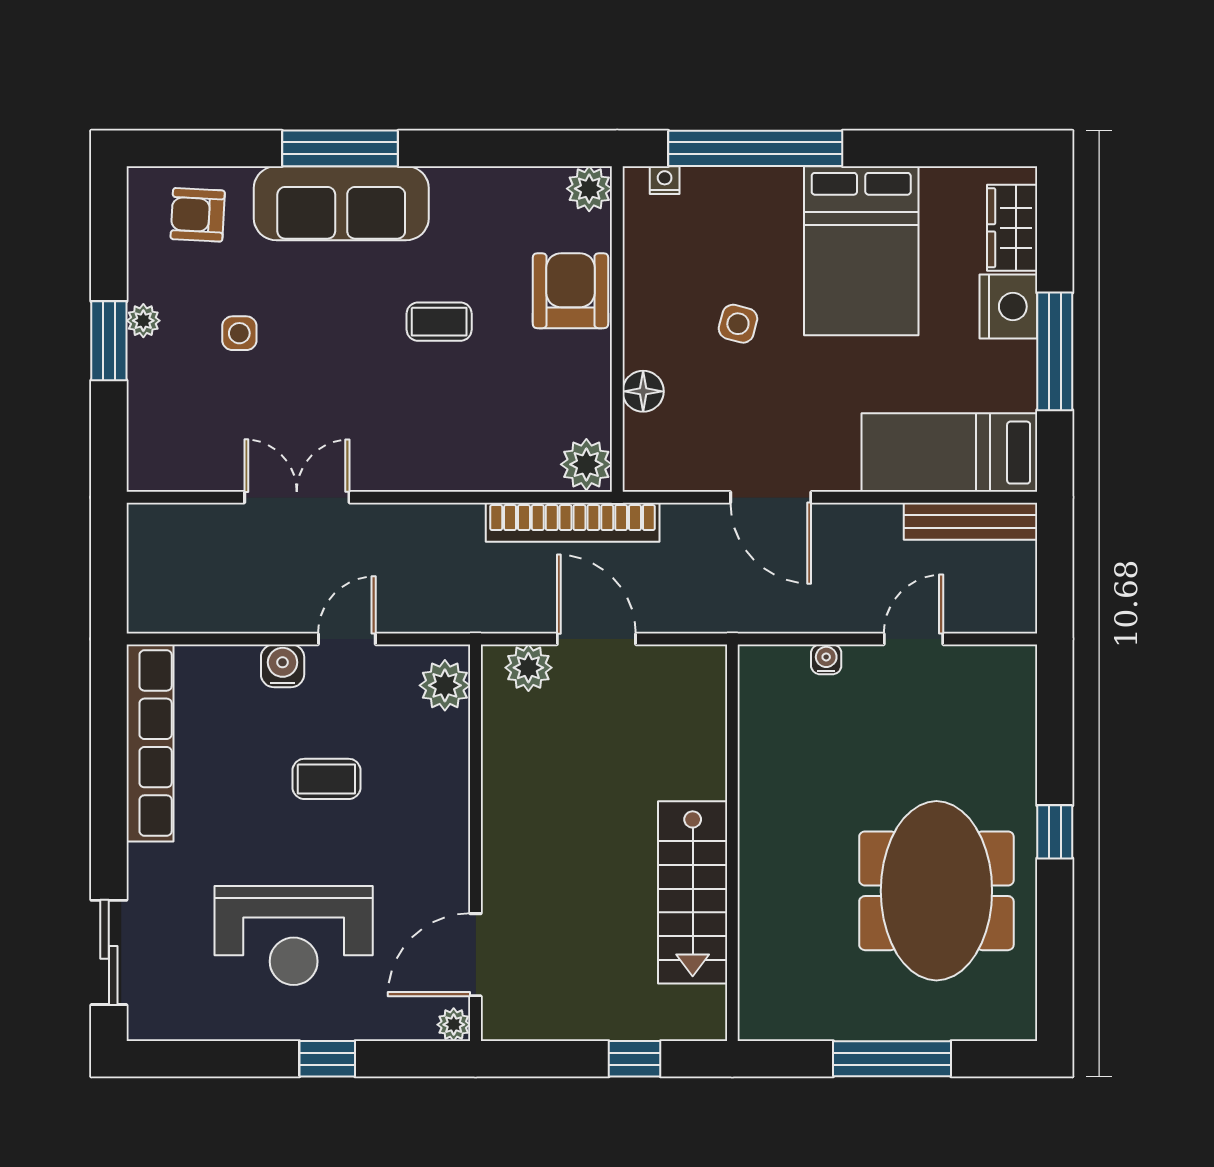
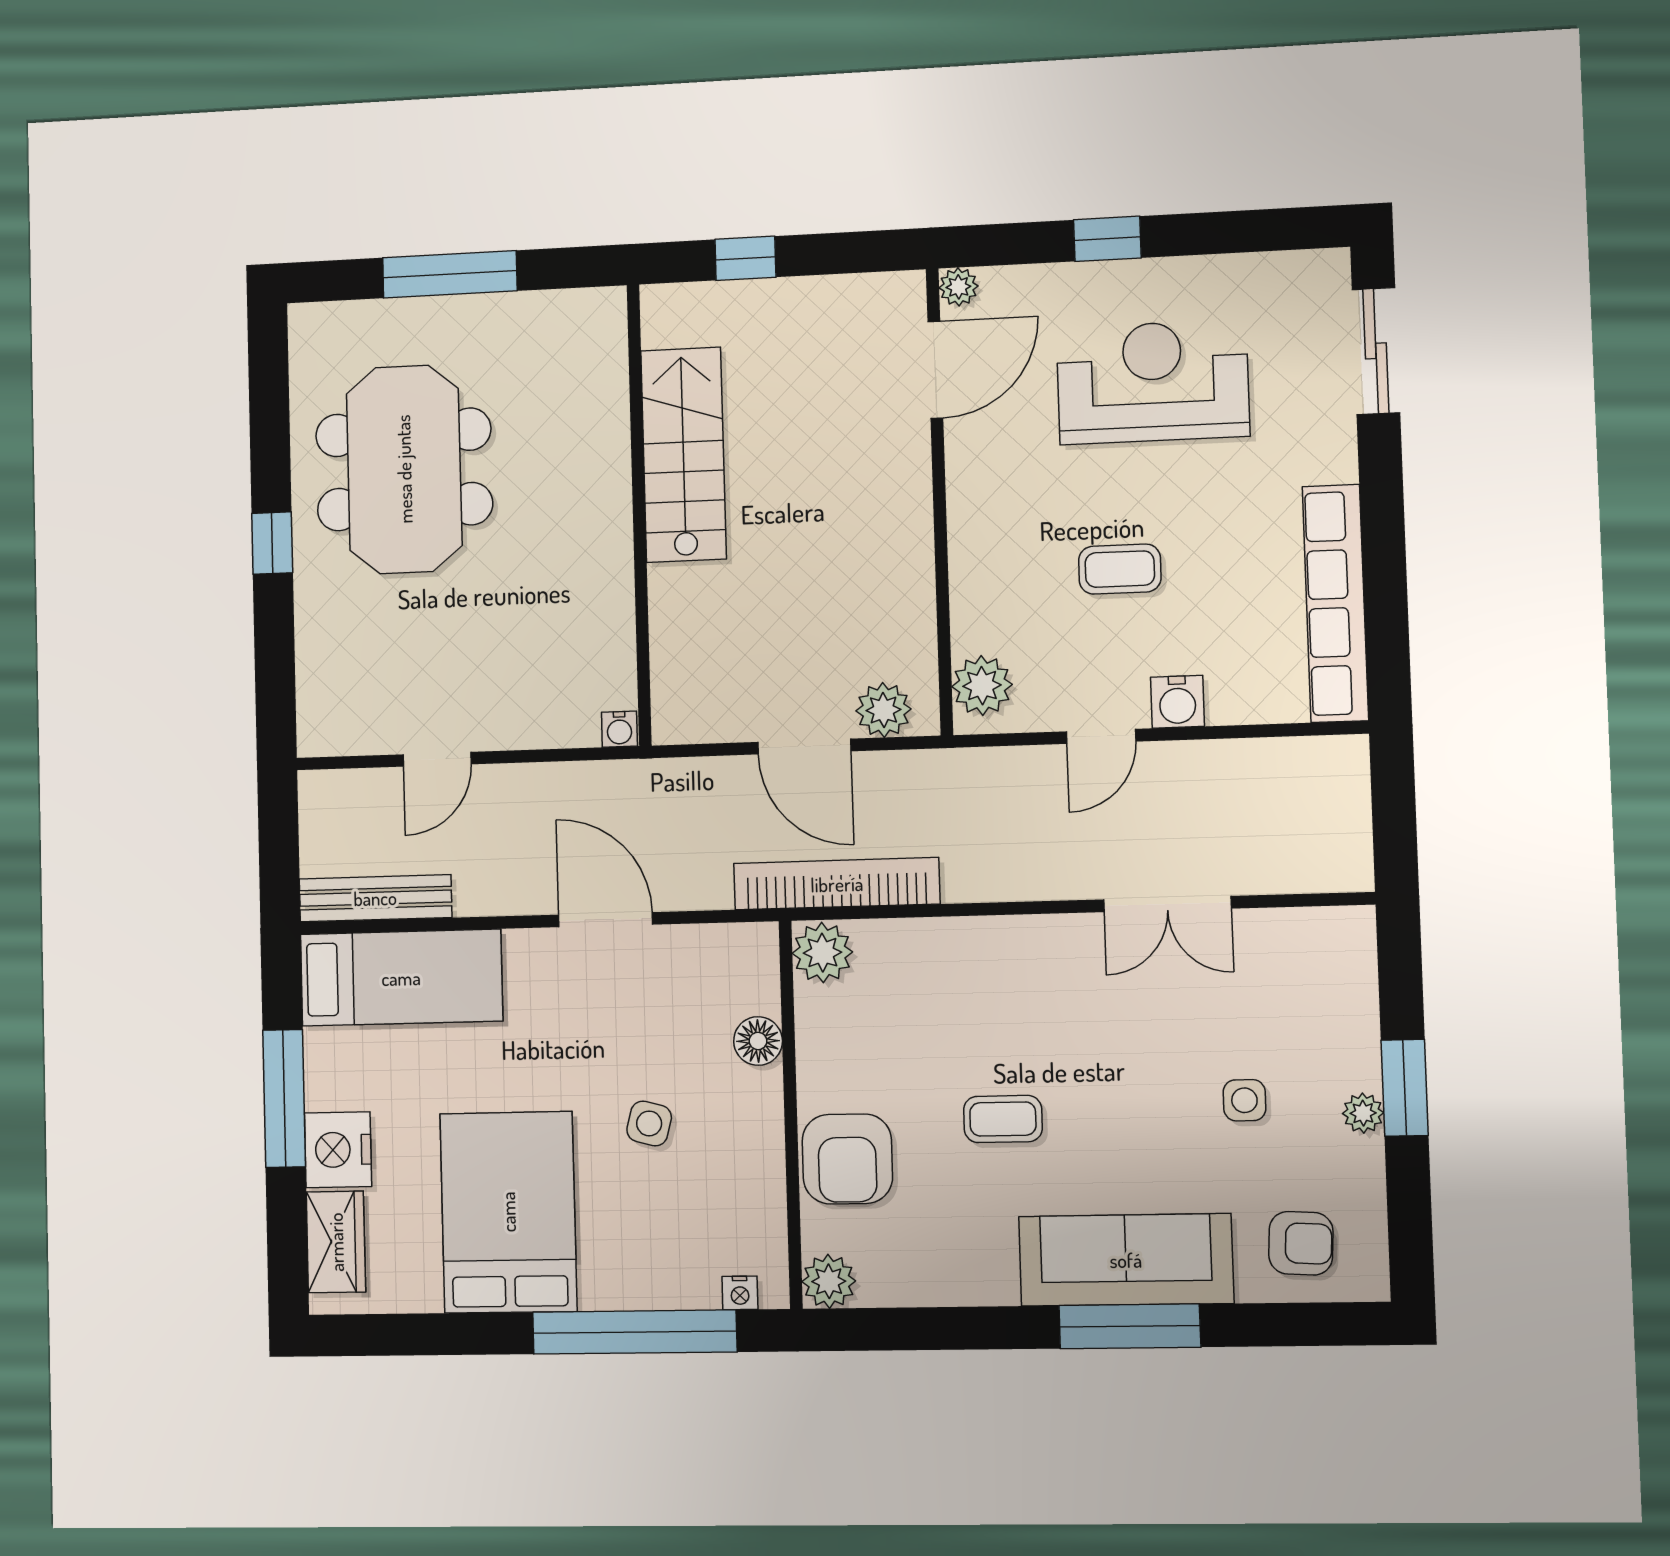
water cooler: (826, 659) -> (619, 729), moved

